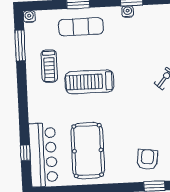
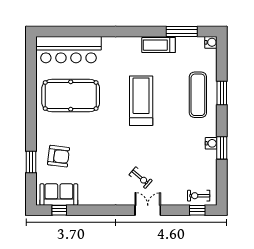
treadmill: (49, 66) -> (159, 45), moved
window: (25, 153) -> (72, 31), removed

